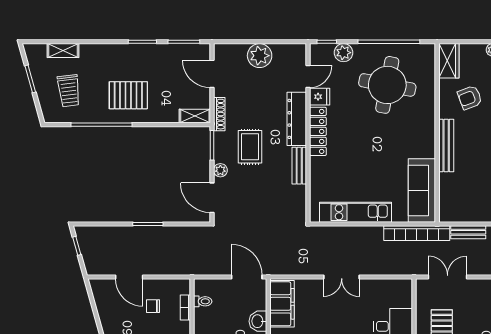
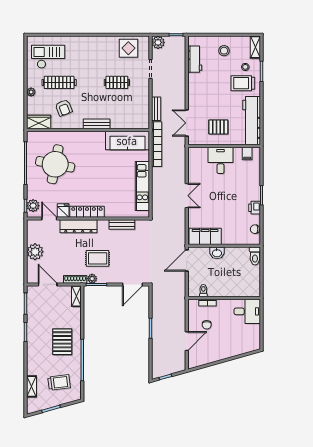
plant: (344, 53) -> (33, 206), moved
door: (212, 74) -> (48, 284), swing flipped
bench: (446, 145) -> (97, 124), width x0.73
bench: (299, 166) -> (122, 225), moved
plant: (220, 170) -> (92, 279), moved

